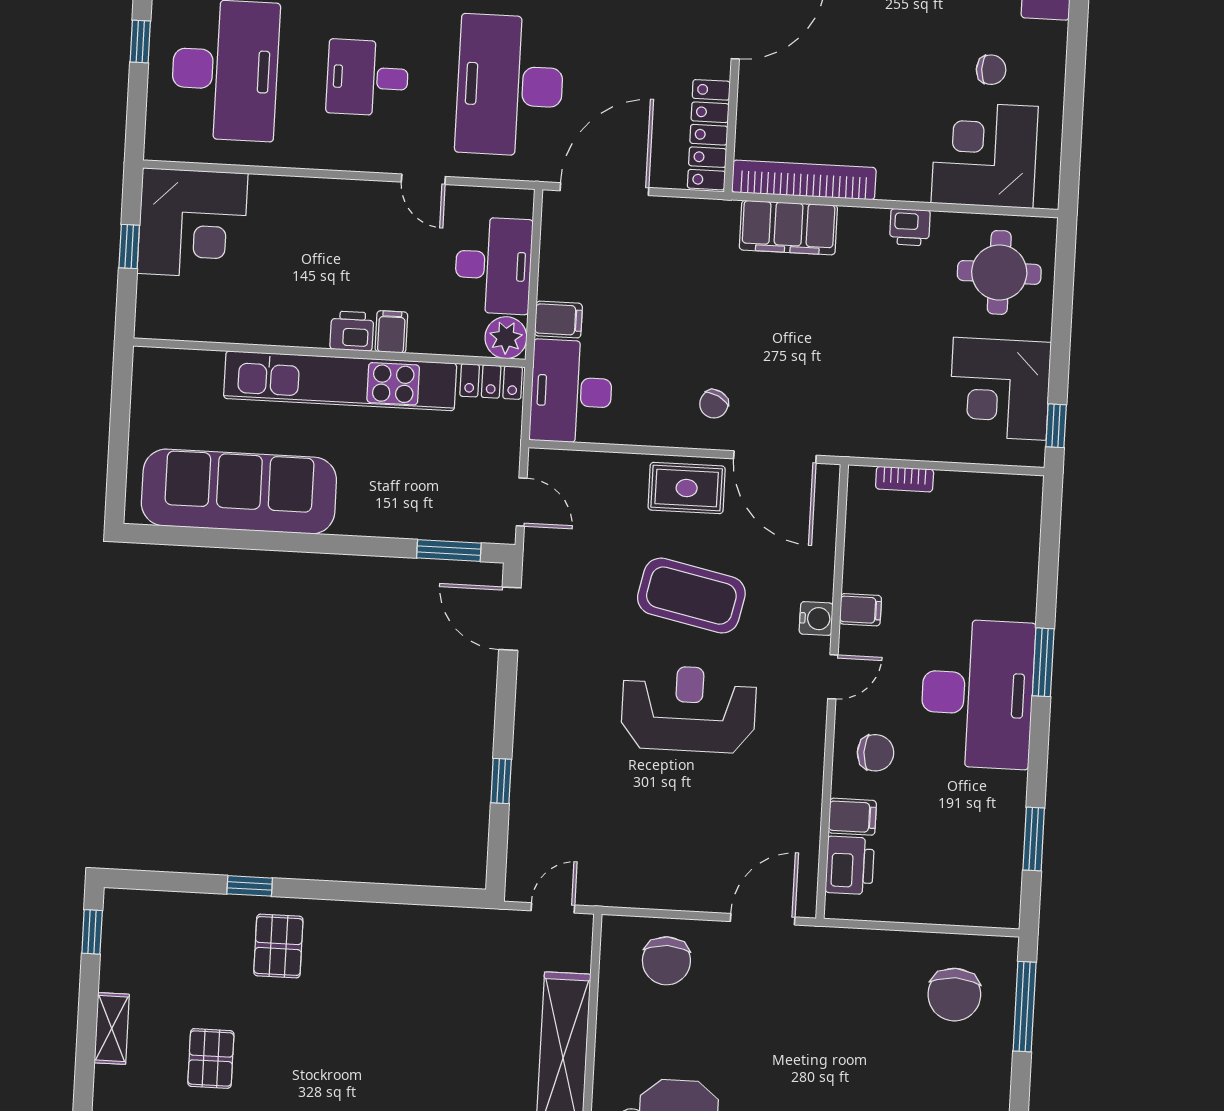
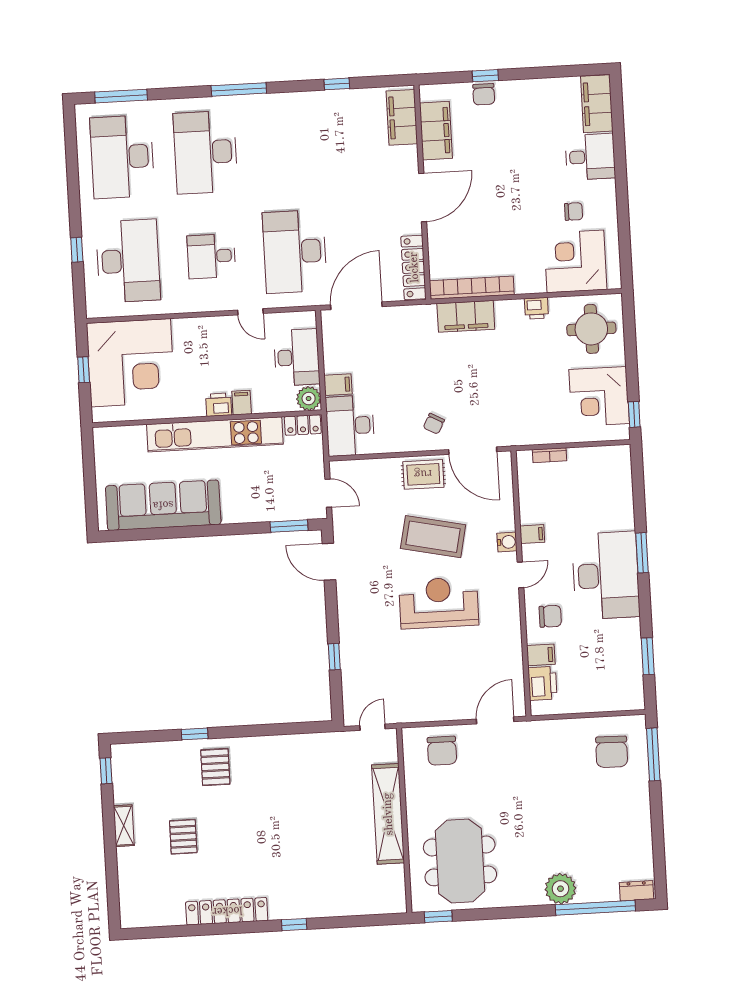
corner desk: (192, 223) -> (131, 363), width x1.36, depth x1.36

